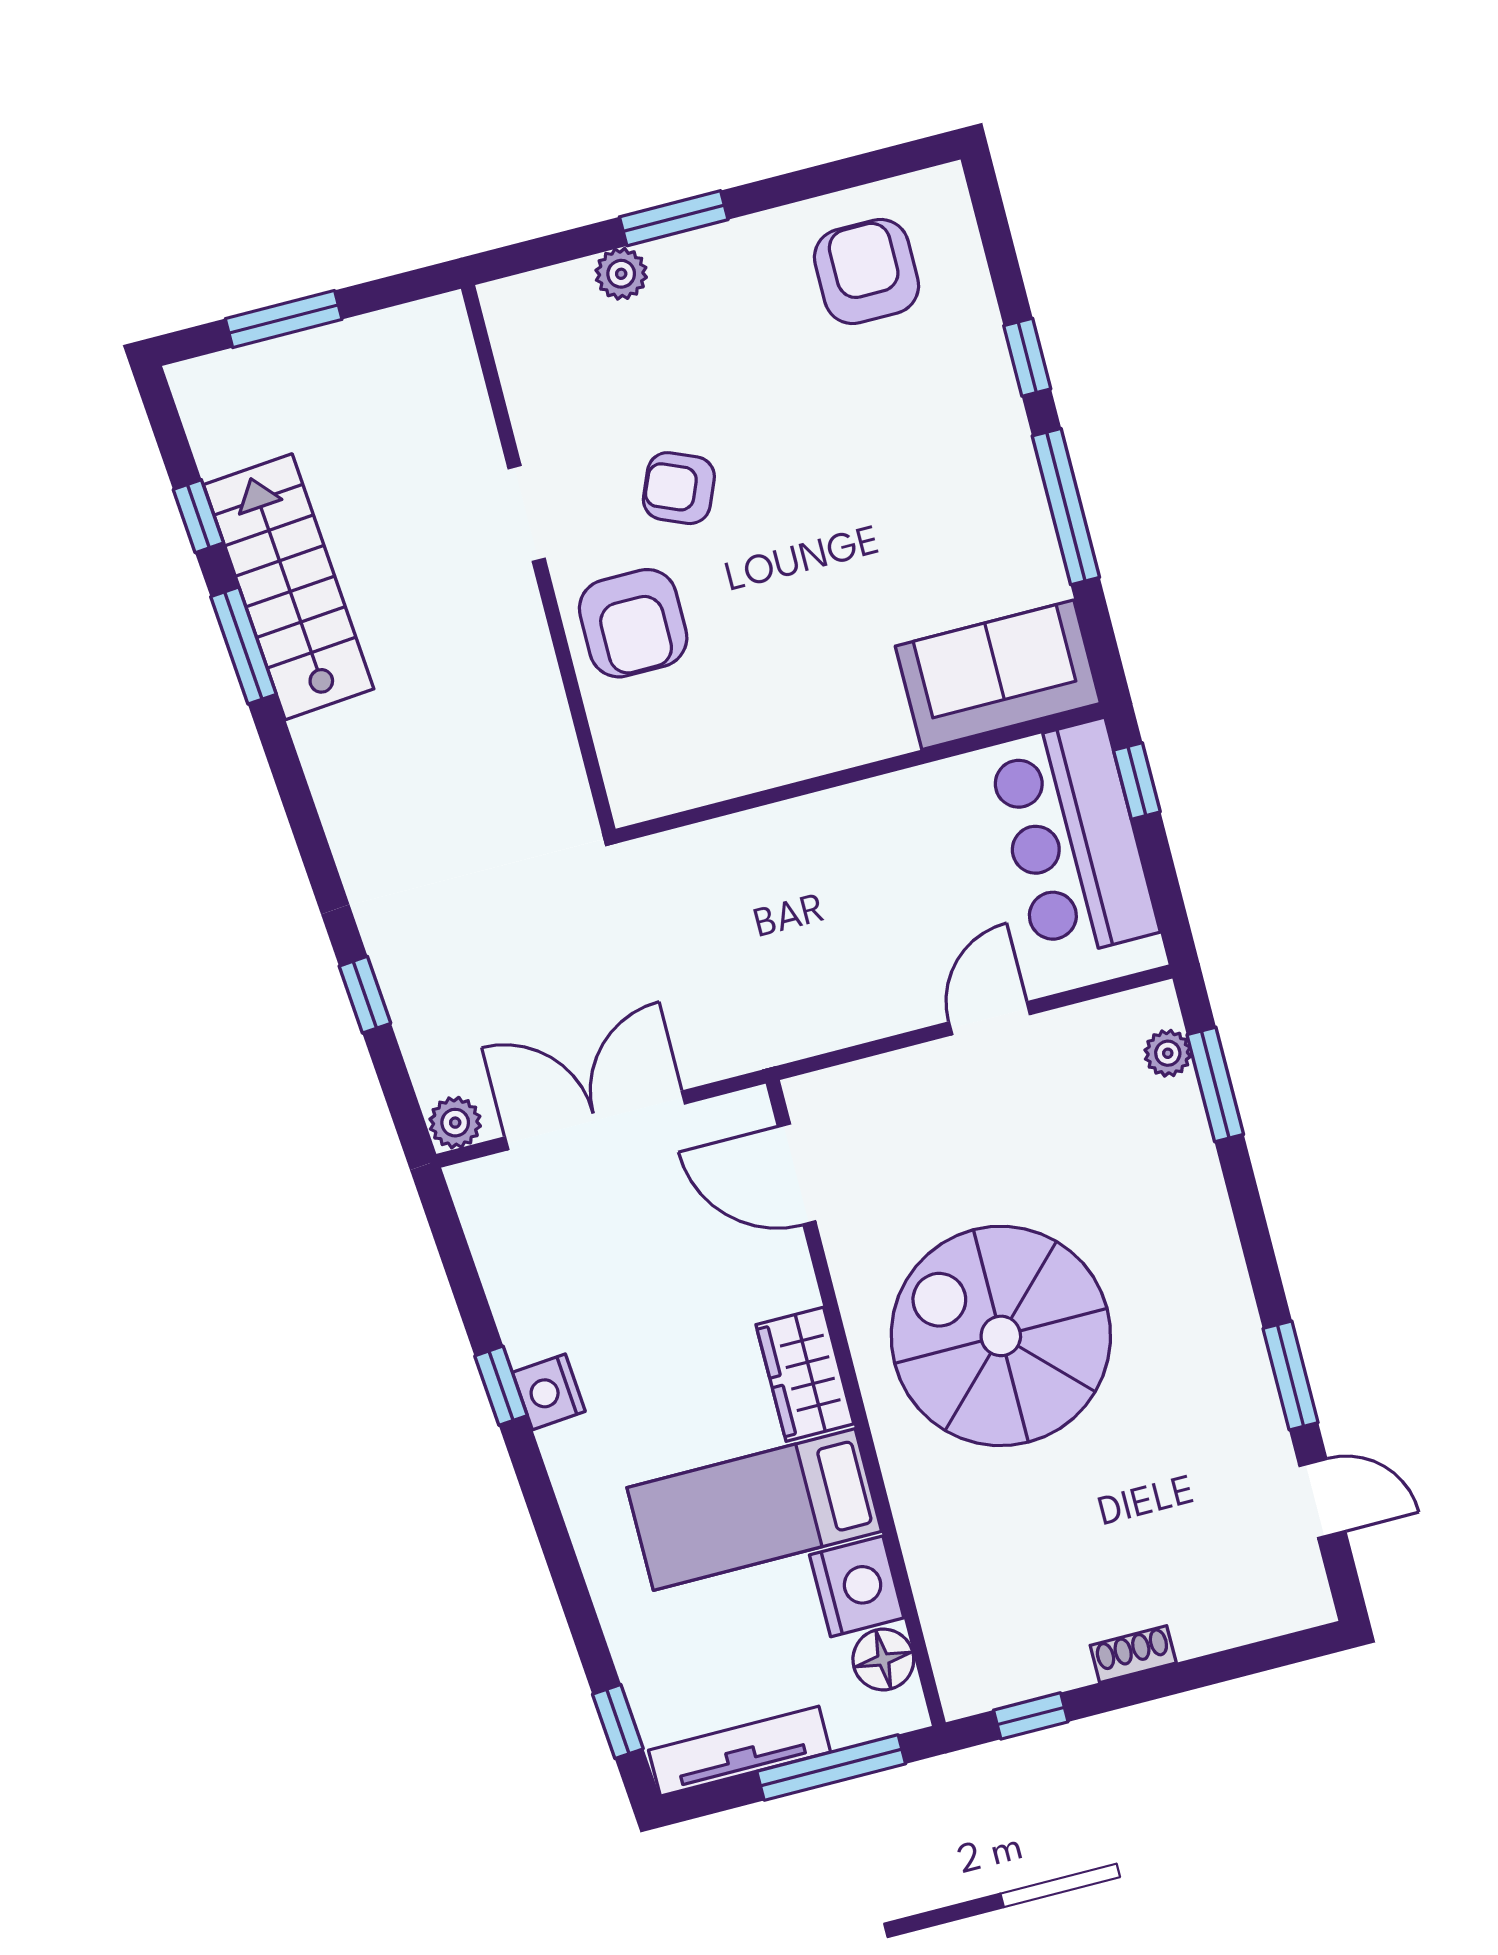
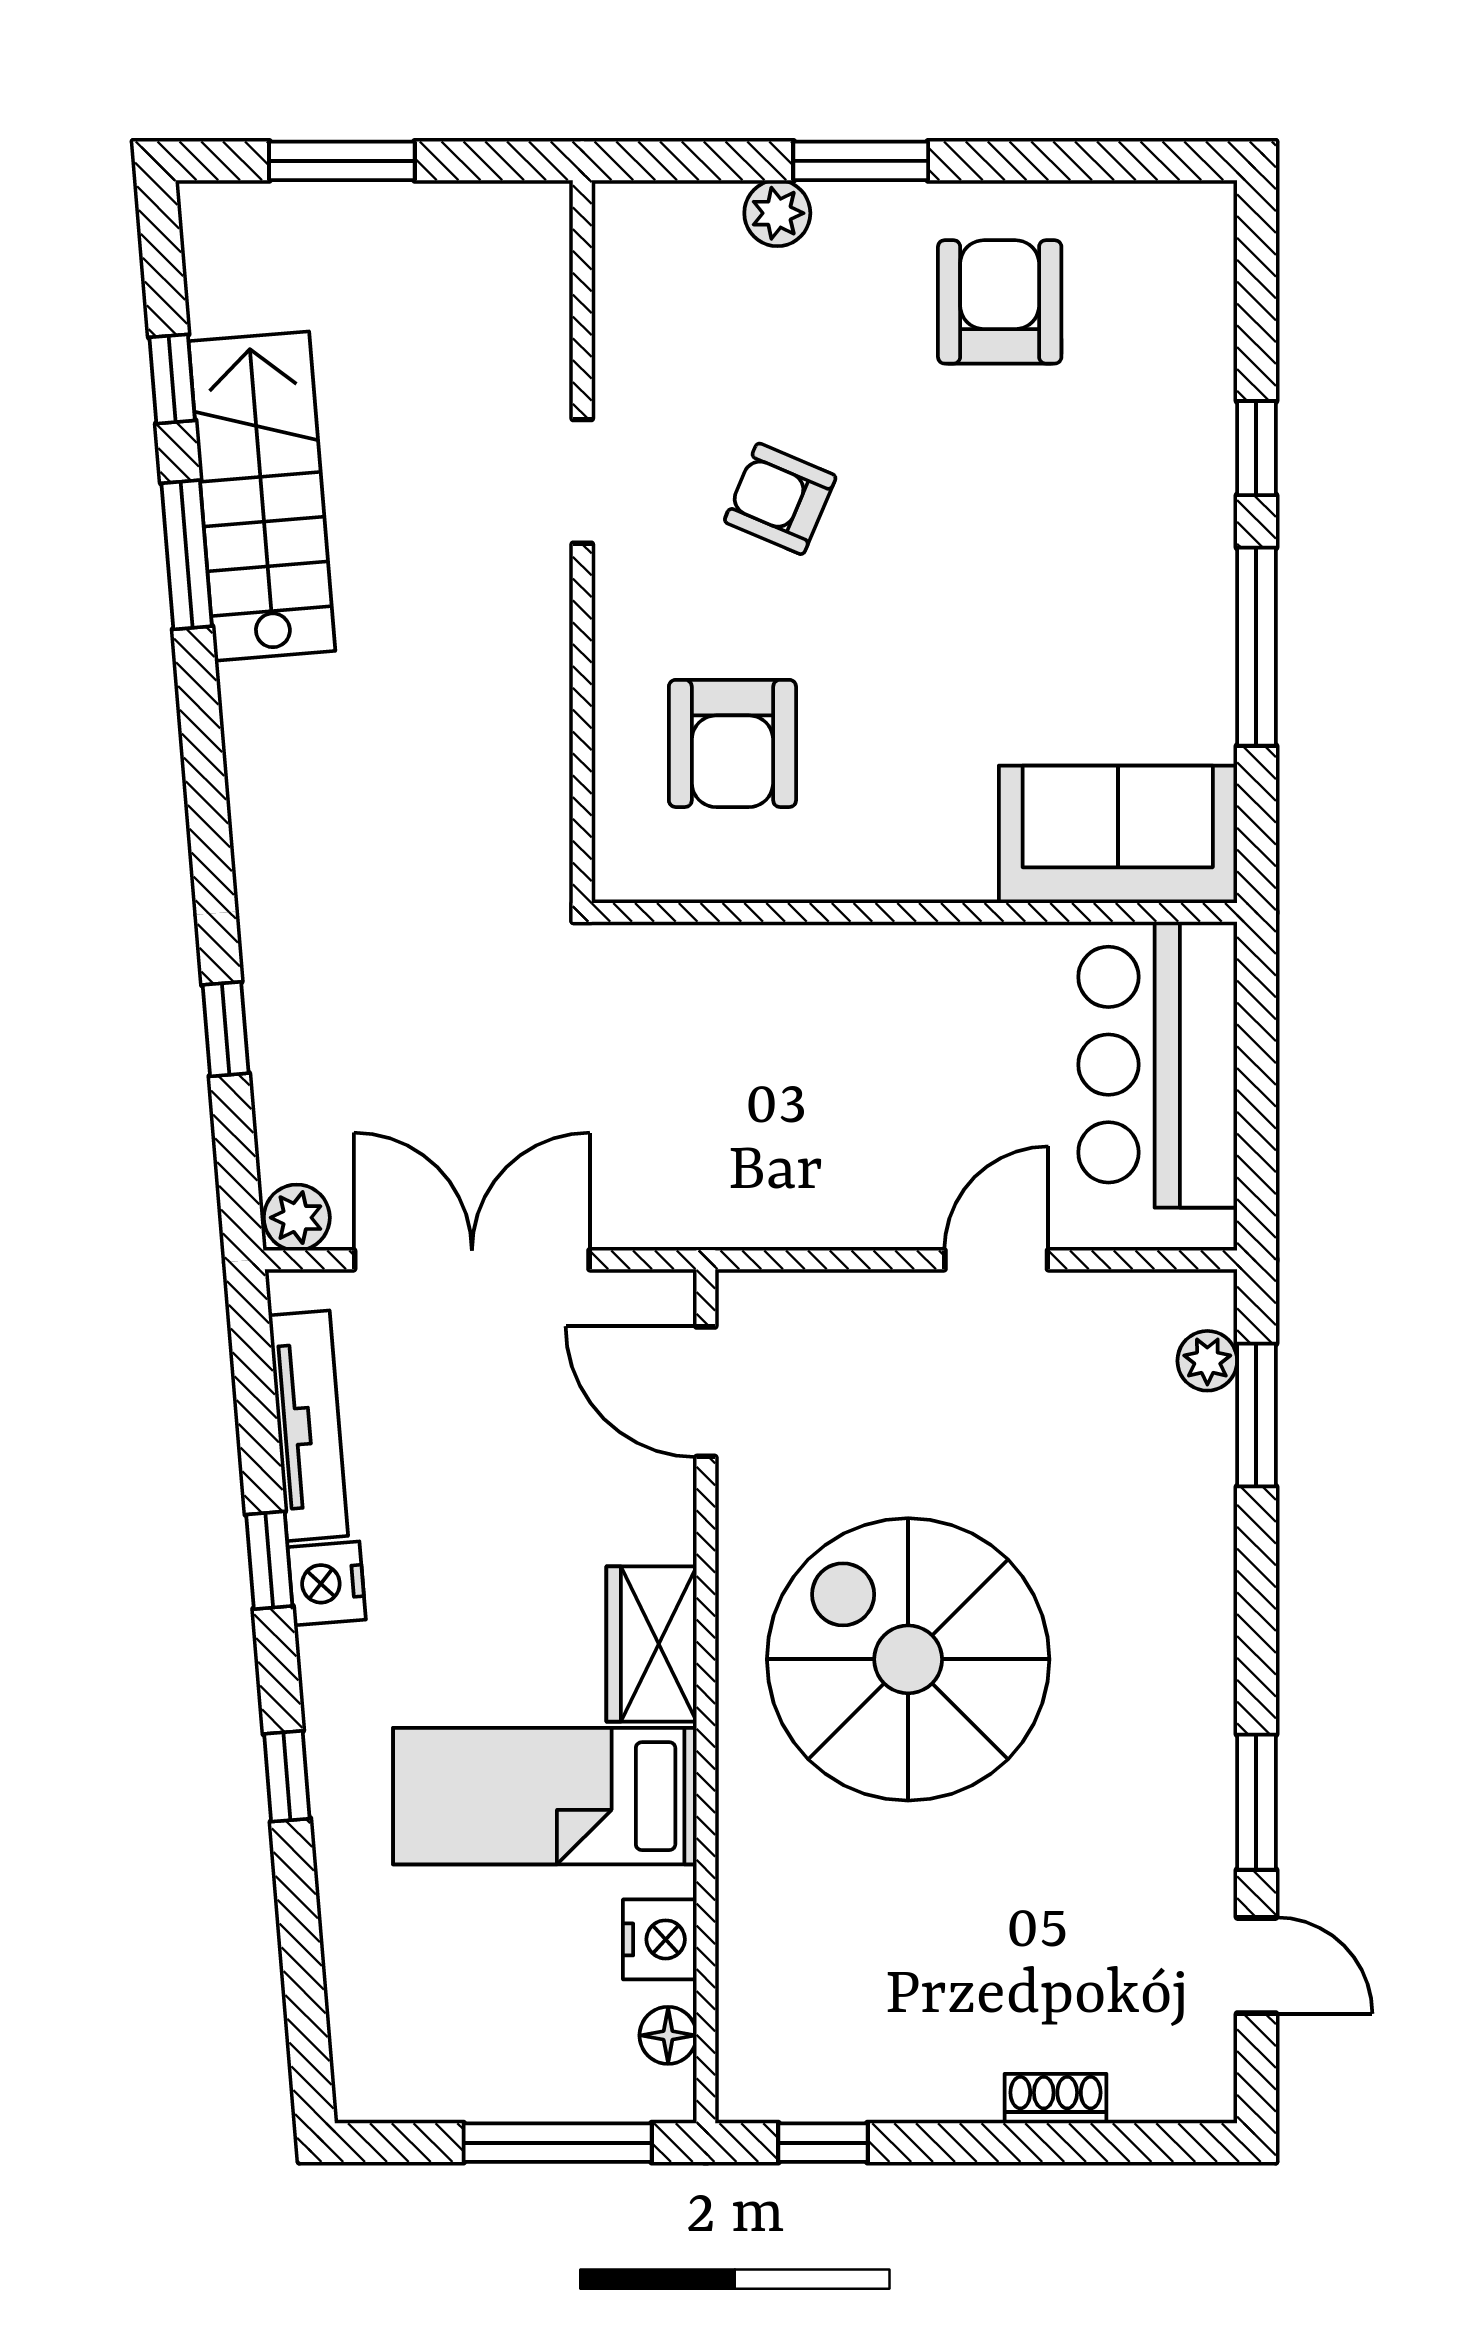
armchair: (867, 272) -> (1000, 302), moved
armchair: (633, 623) -> (732, 743), moved
window: (1137, 781) -> (1256, 1012), removed
nightstand: (857, 1586) -> (660, 1939), width x0.74, depth x0.75
shoe rack: (1133, 1654) -> (1055, 2099), moved
floor lamp: (883, 1659) -> (668, 2035), width x0.73, depth x0.73
window: (618, 1721) -> (287, 1776), moved
tv unit: (740, 1751) -> (308, 1426), moved, turned 85

